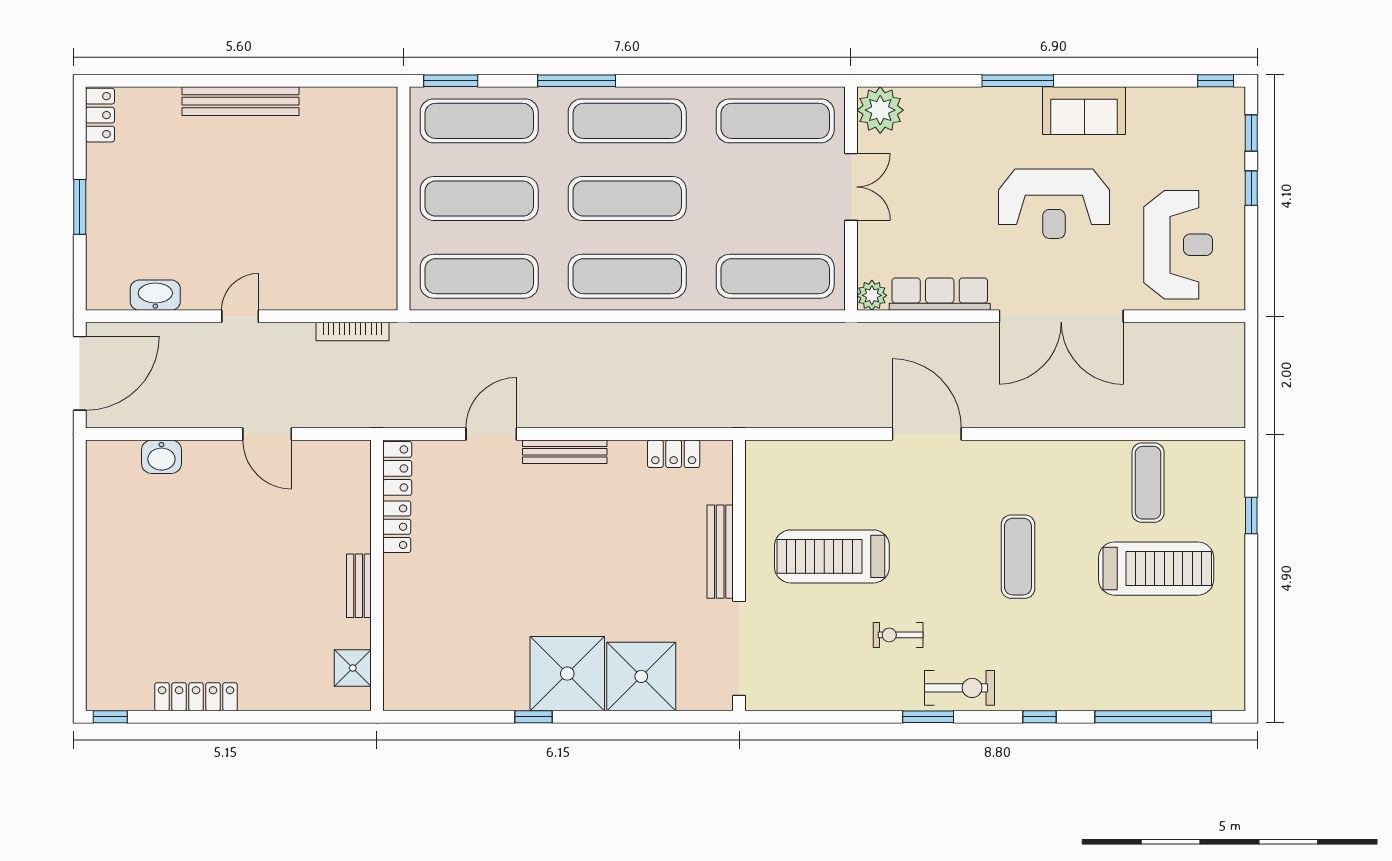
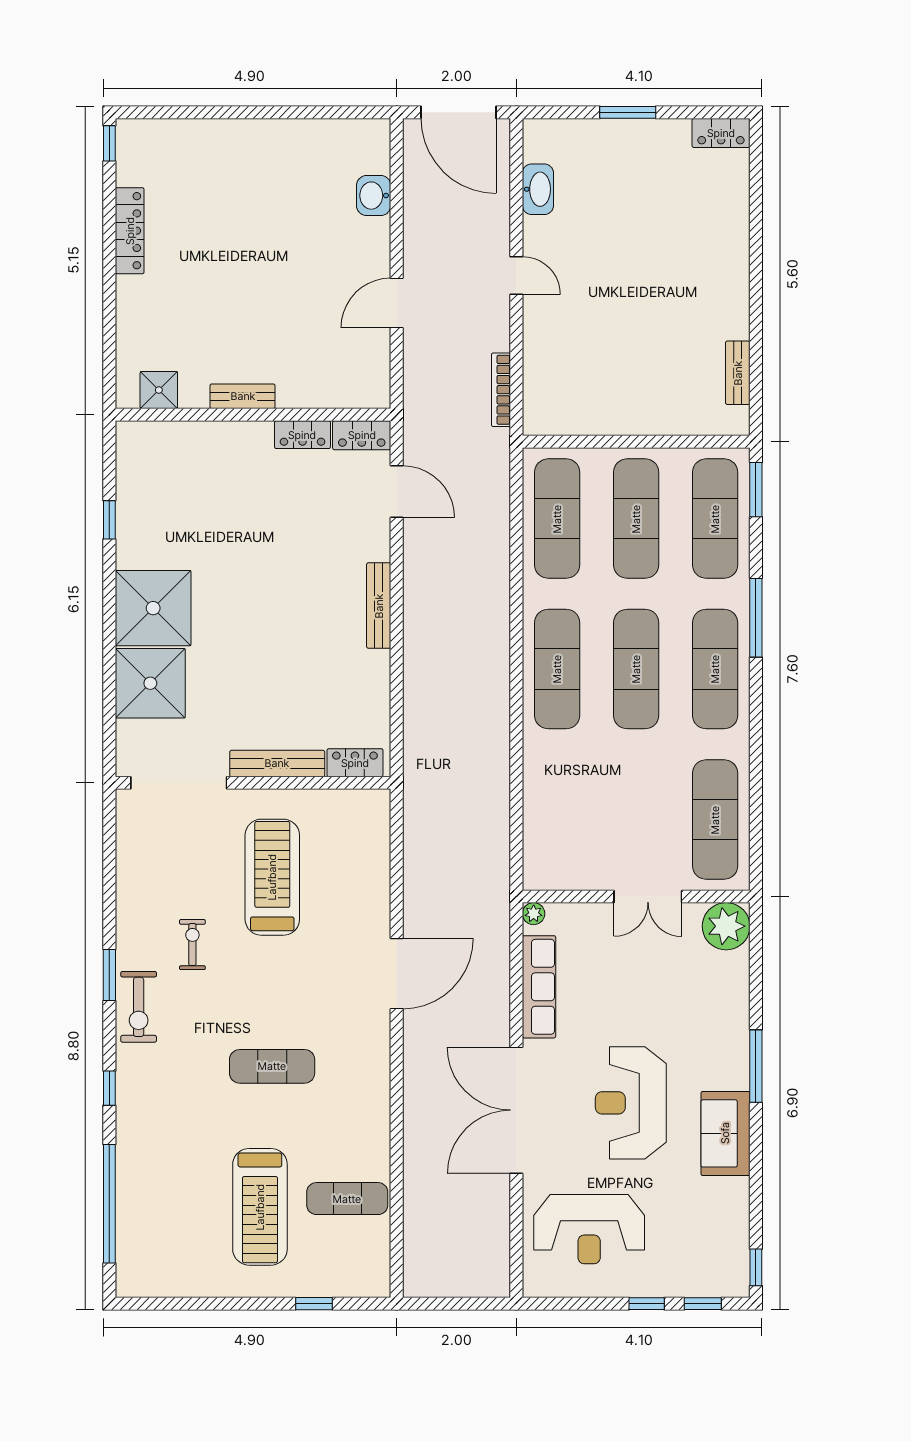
bench: (241, 101) -> (738, 373), moved, width x0.54, depth x0.82
exercise mat: (775, 276) -> (557, 820), removed
plant: (872, 295) -> (534, 914), width x0.73, depth x0.73
door: (491, 434) -> (397, 491), moved
locker: (674, 454) -> (355, 763), moved, turned 90
window: (533, 717) -> (109, 520), moved

